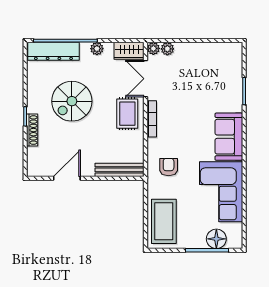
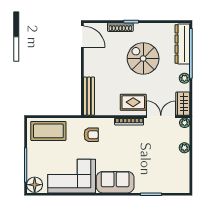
plant: (167, 49) -> (184, 148), moved
door: (67, 178) -> (82, 37), moved
floor lamp: (216, 239) -> (35, 185), moved

